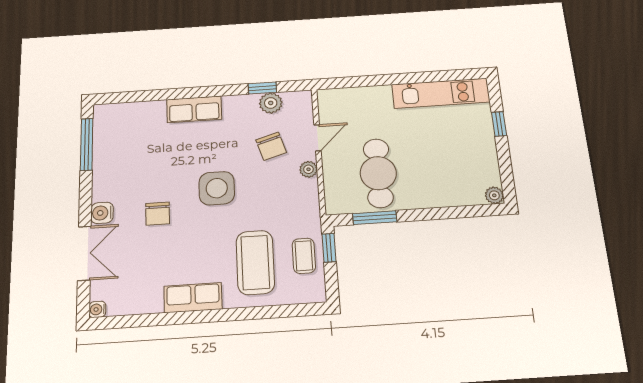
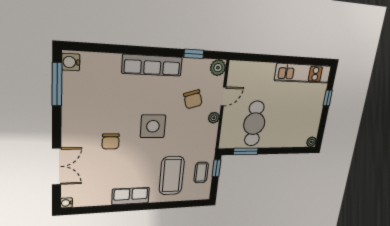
plant: (271, 103) -> (218, 68), moved
row of seats: (194, 109) -> (152, 65), width x1.48
water cooler: (102, 213) -> (71, 62), moved

